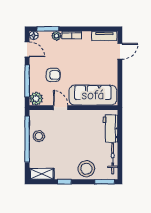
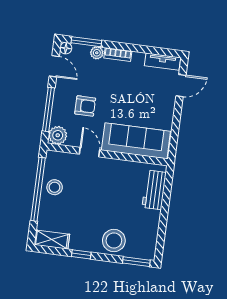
bicycle: (113, 159) -> (152, 231), removed

